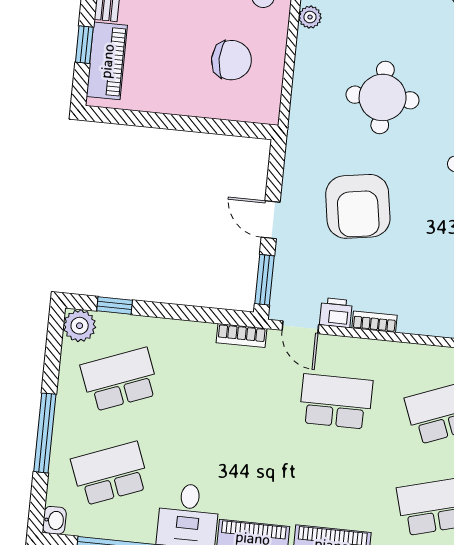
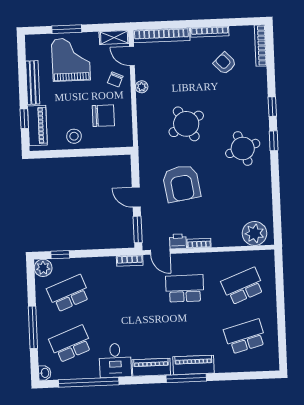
stool: (172, 90) -> (74, 136), added
round table: (383, 97) -> (186, 124), turned -31

